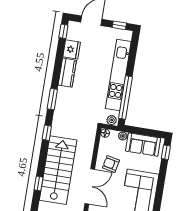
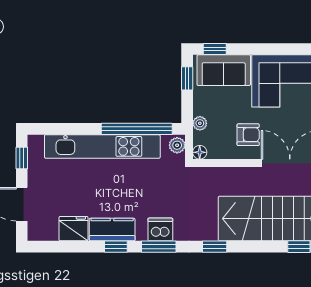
window: (63, 31) -> (116, 247), moved
dishwasher: (63, 102) -> (160, 229), added
window: (151, 133) -> (187, 78), added
sofa: (143, 145) -> (224, 70), moved, turned 90
armchair: (111, 164) -> (248, 135), turned -102

